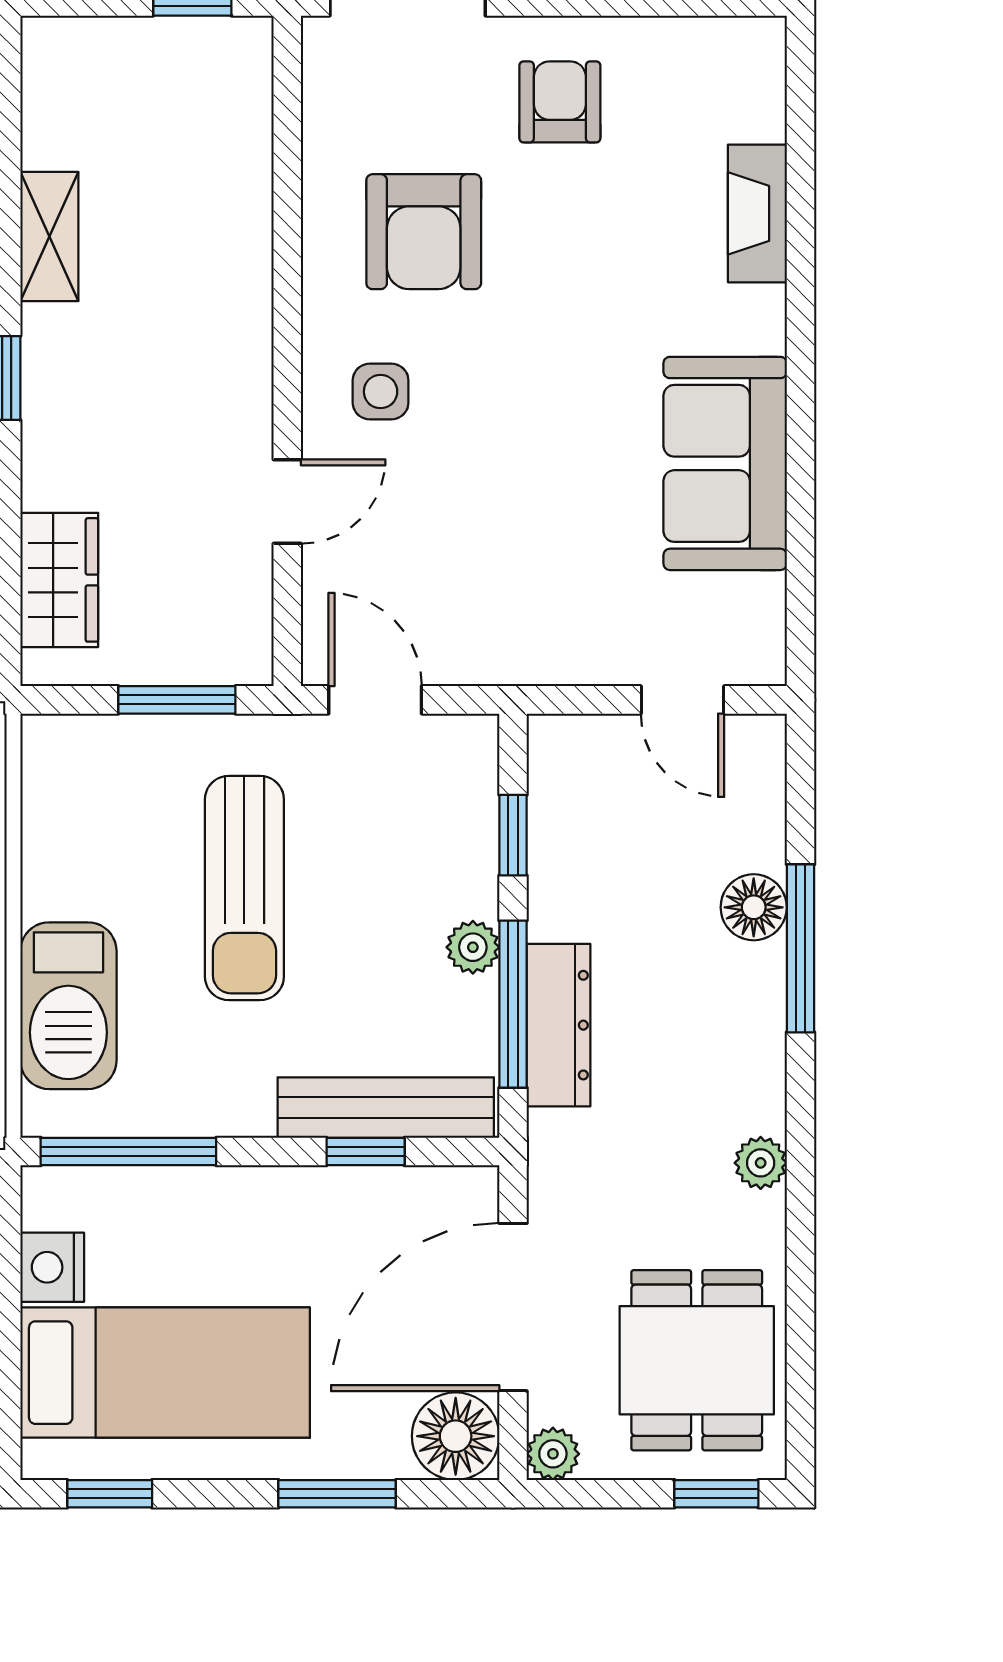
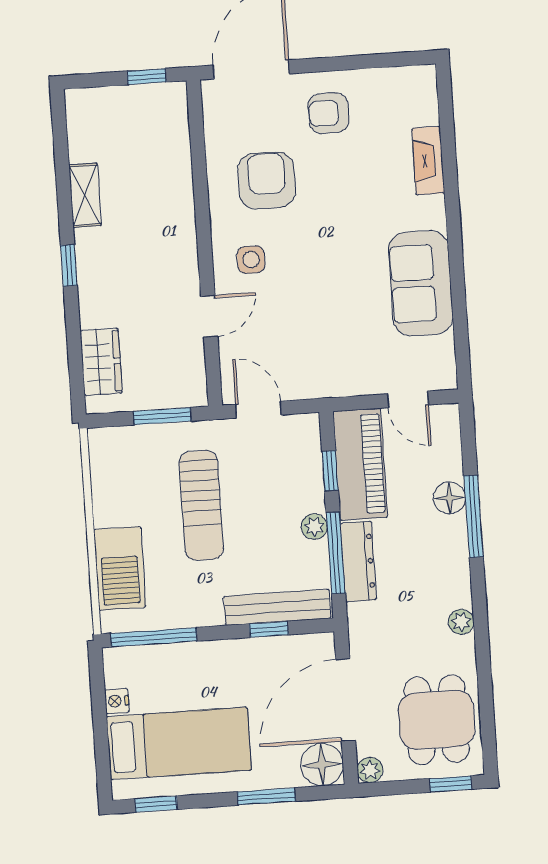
armchair: (560, 102) -> (329, 113), turned -90
armchair: (424, 232) -> (267, 181), turned 180
piano: (576, 826) -> (360, 464), added
nightstand: (52, 1267) -> (117, 701), width x0.72, depth x0.74

